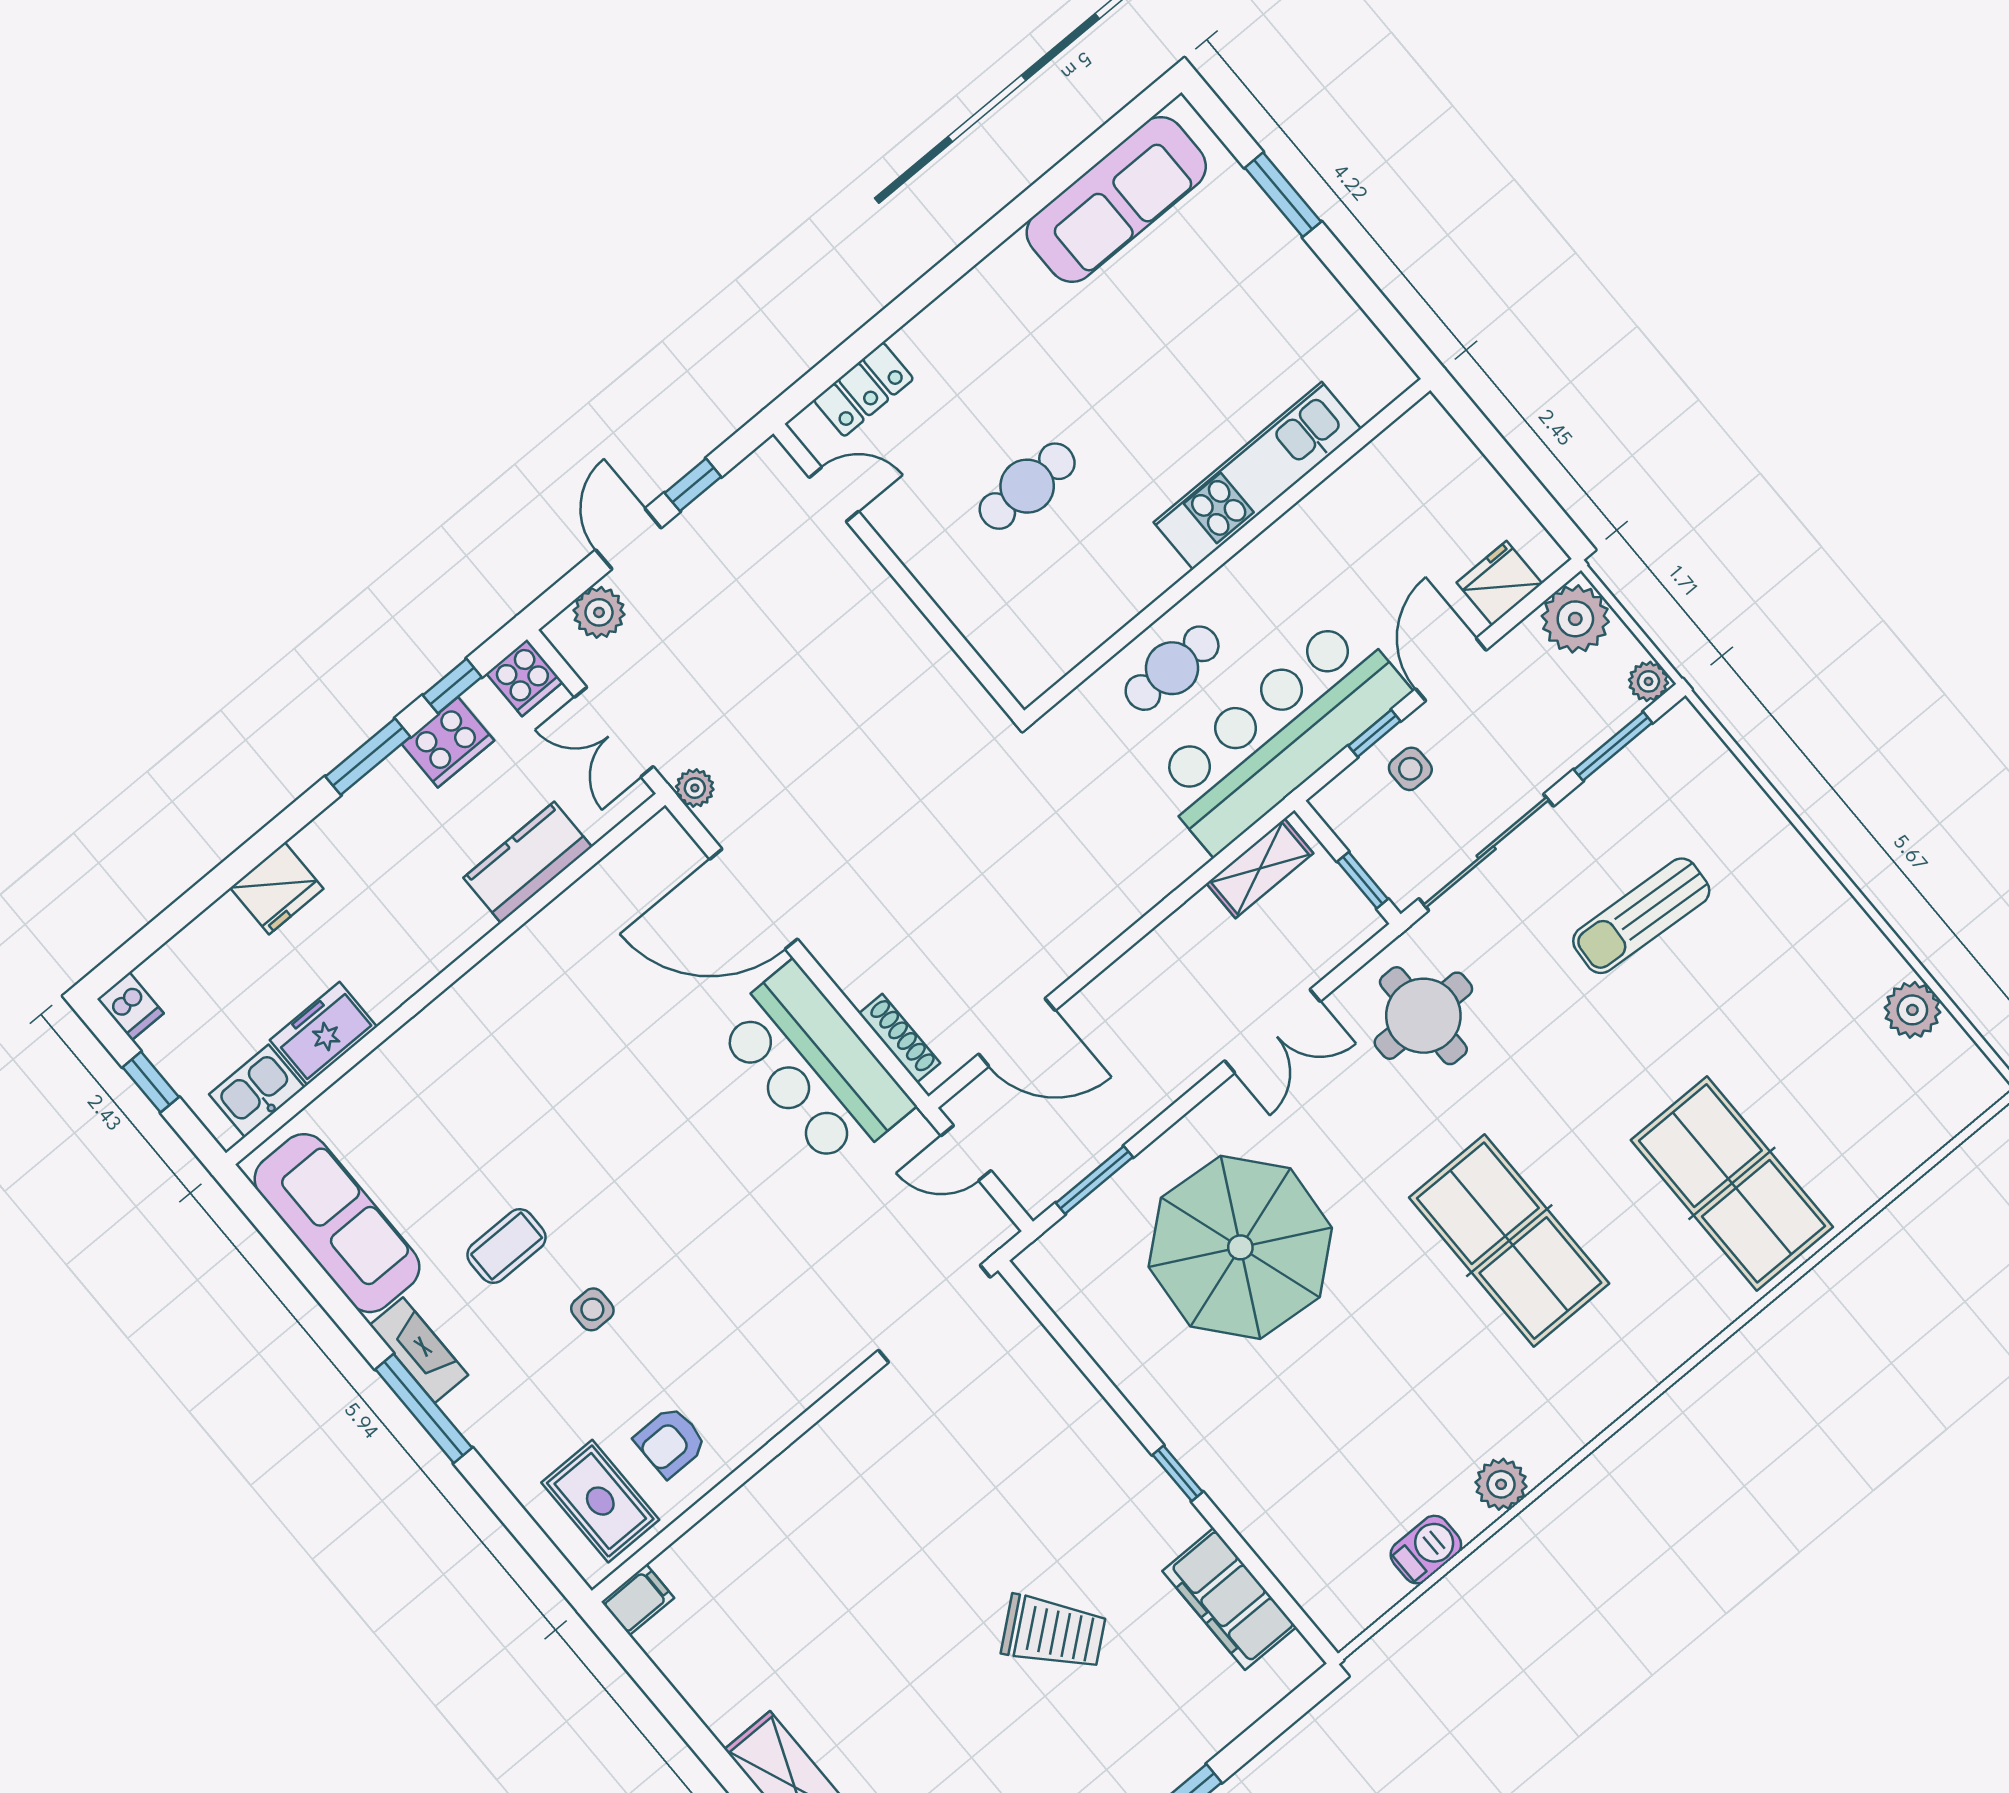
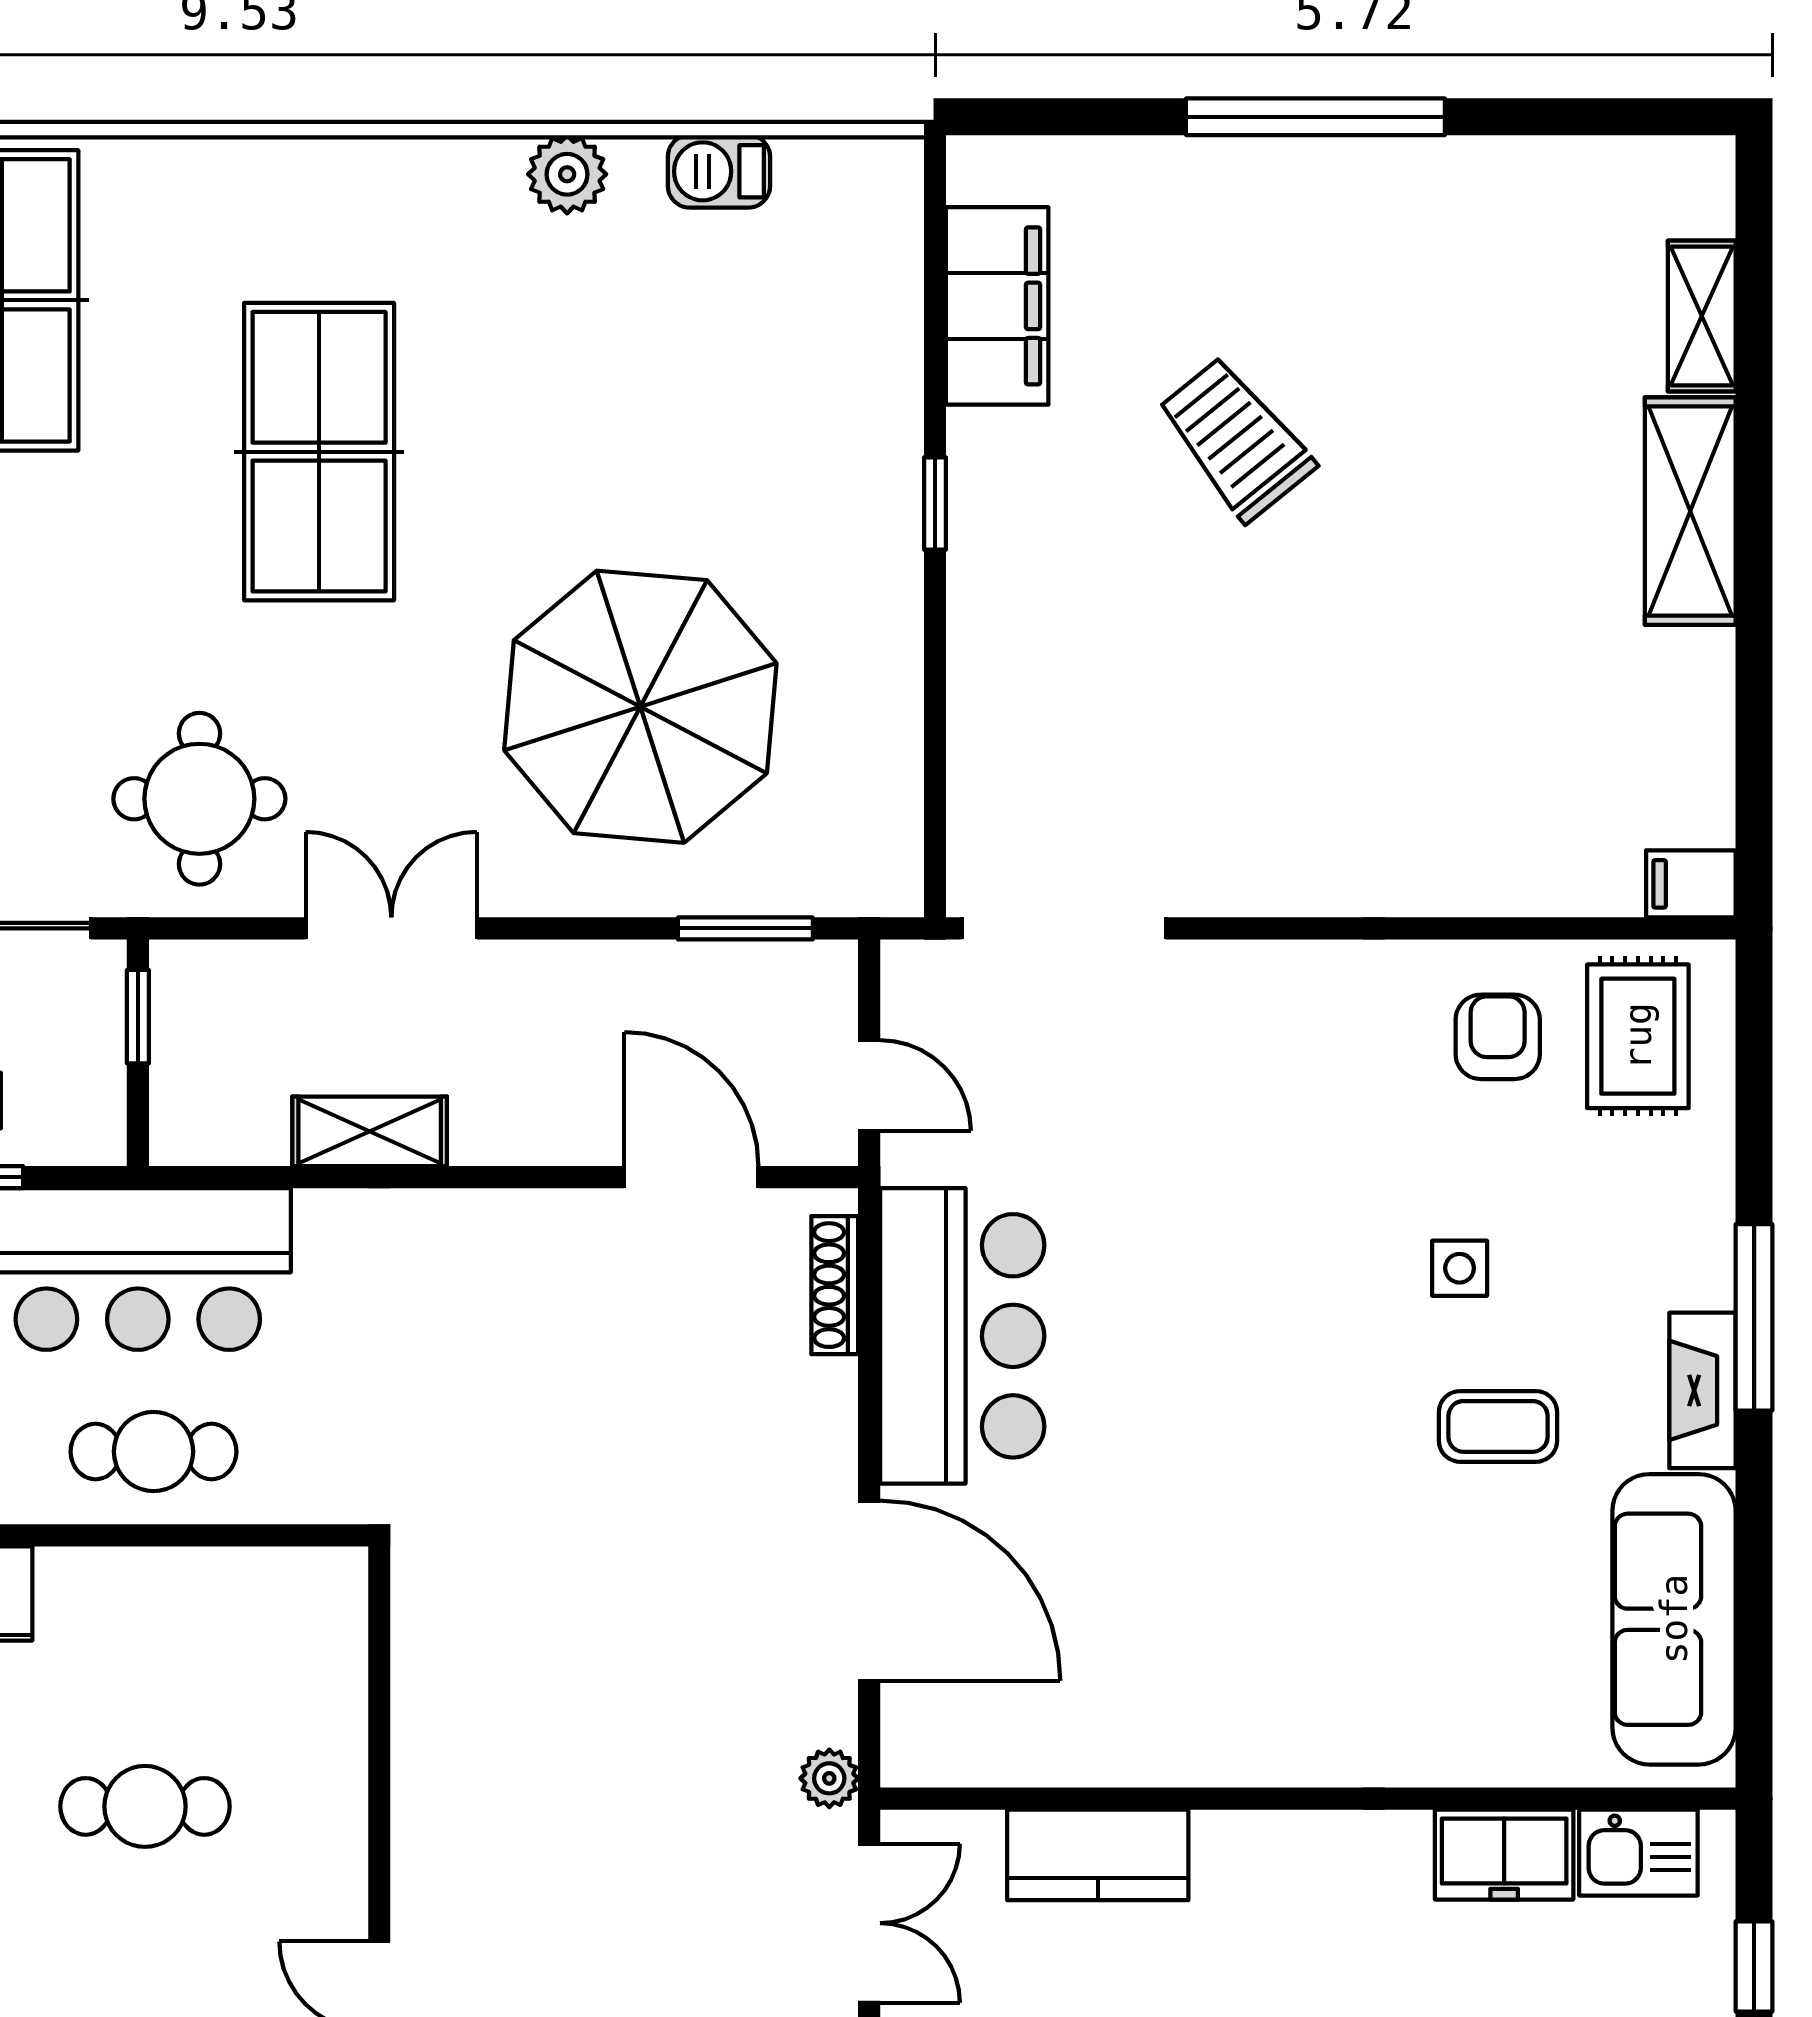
shelving: (1260, 868) -> (370, 1131), moved
armchair: (670, 1442) -> (1498, 1037), turned -90

